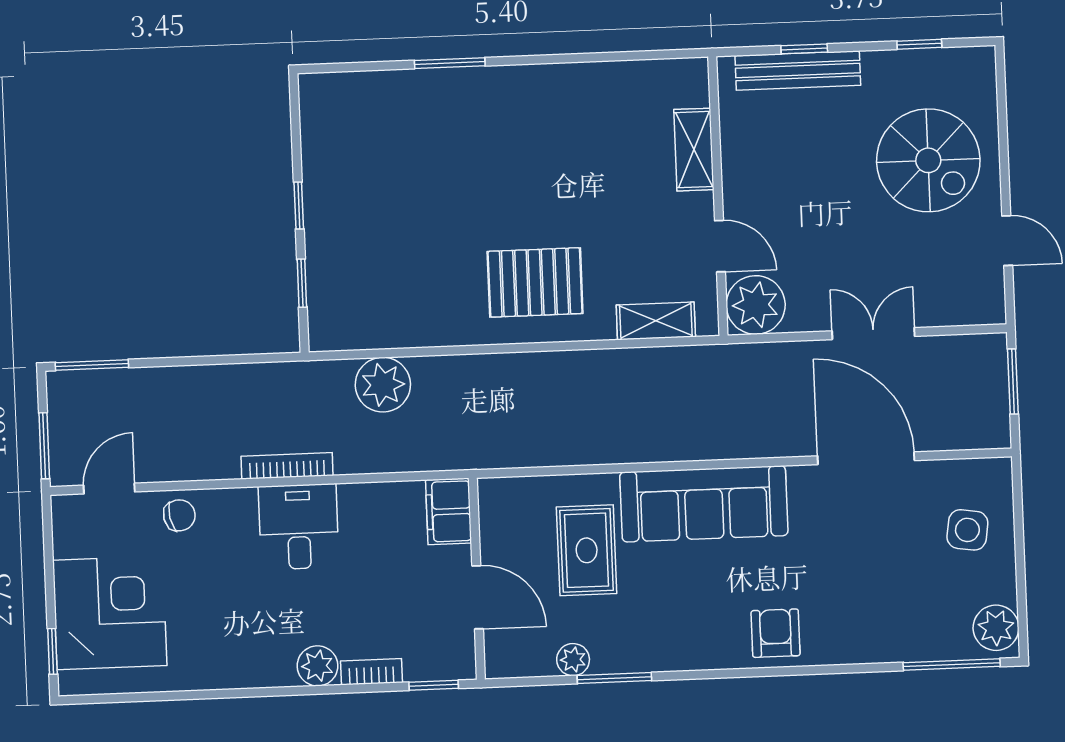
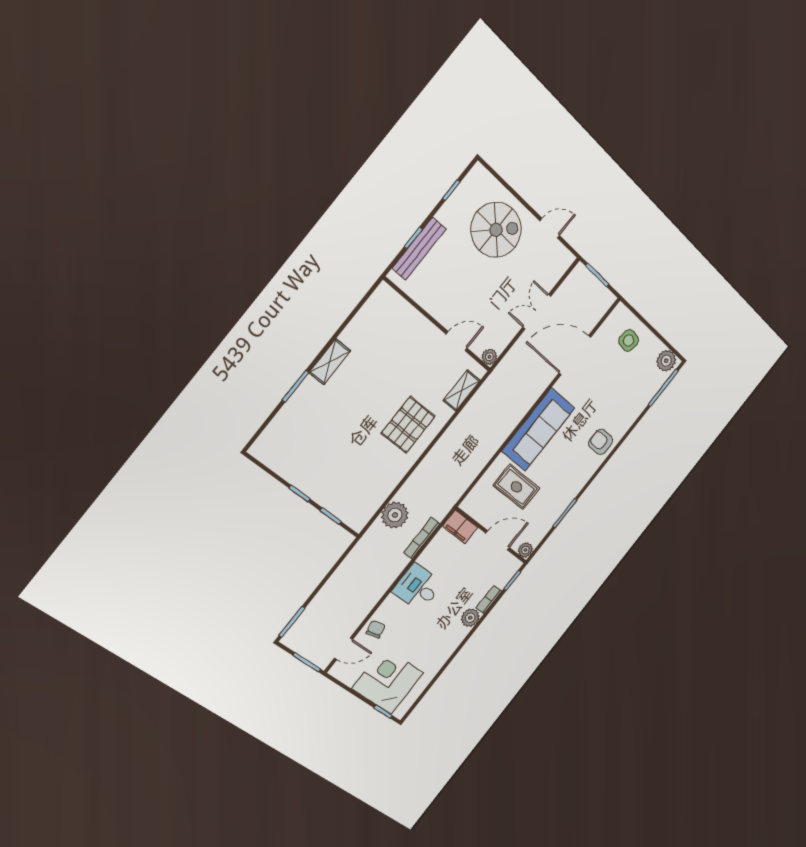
shelving: (694, 150) -> (330, 362), moved, turned 90
plant: (756, 305) -> (489, 357), width x0.53, depth x0.53
bookcase: (287, 466) -> (422, 538), moved
door: (109, 489) -> (344, 649), swing flipped
plant: (573, 660) -> (525, 550), moved

